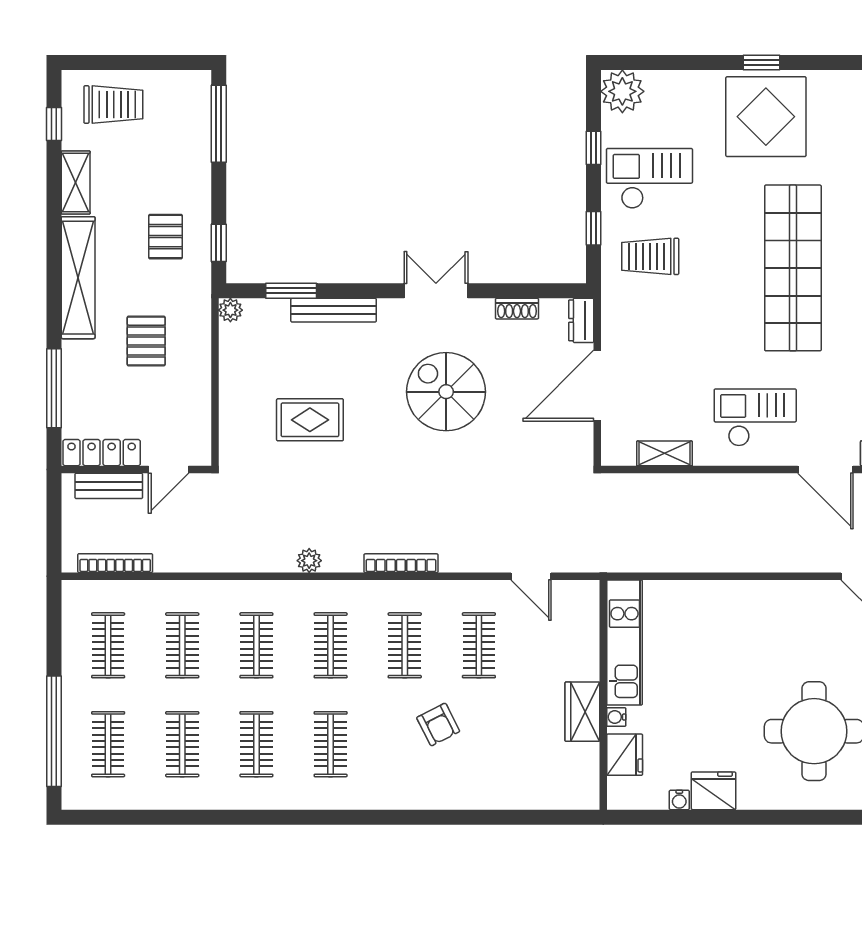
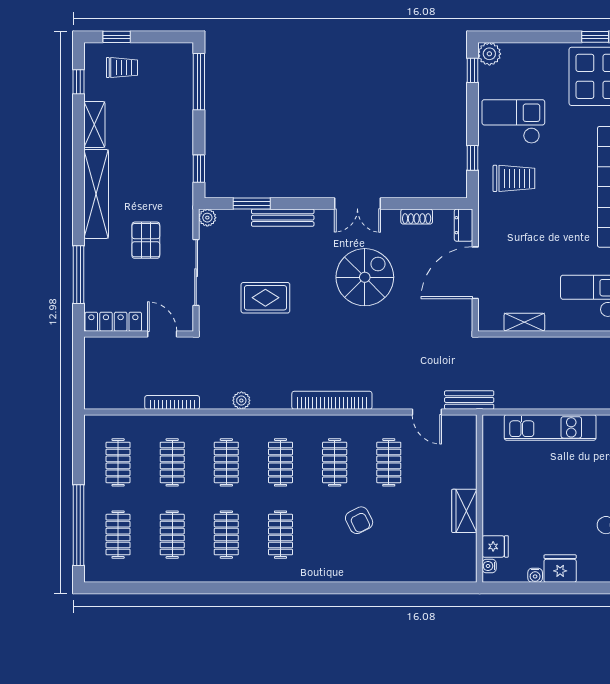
window: (106, 63) -> (117, 37), added
plant: (622, 91) -> (489, 54), width x0.73, depth x0.73
trolley: (113, 105) -> (122, 68), width x0.73, depth x0.72
window: (593, 148) -> (472, 70), moved
pallet: (165, 237) -> (160, 164), removed
trolley: (650, 256) -> (514, 178), turned 180
double door: (436, 291) -> (357, 204), swing flipped
sliding door: (215, 385) -> (196, 273), added
spiral stairs: (446, 392) -> (365, 277), turned 90
door: (169, 470) -> (162, 334), swing flipped
bench: (109, 486) -> (469, 400), moved
plant: (309, 561) -> (241, 400), moved
bookcase: (115, 563) -> (172, 402), moved
bookcase: (401, 563) -> (332, 400), width x1.48, depth x1.31
kitchen unit: (624, 642) -> (550, 427), moved, turned 90
water cooler: (616, 717) -> (489, 566), moved
fridge: (625, 755) -> (495, 546), width x0.72

